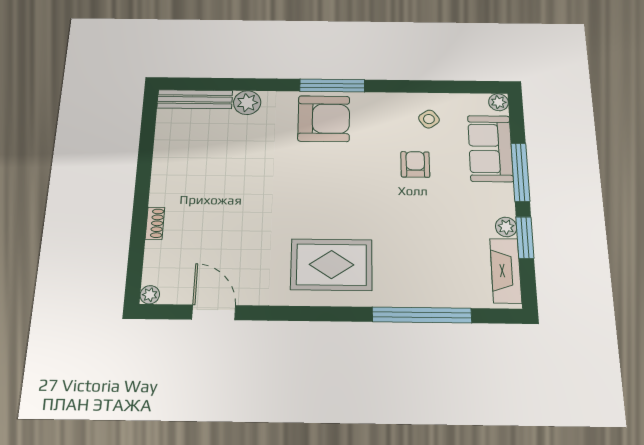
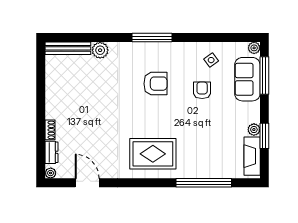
armchair: (324, 119) -> (155, 84), moved, width x0.73, depth x0.73
window: (520, 172) -> (264, 75), moved
dresser: (154, 260) -> (51, 152), added

